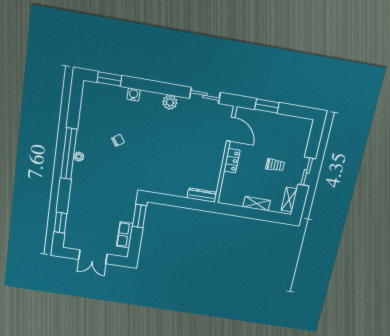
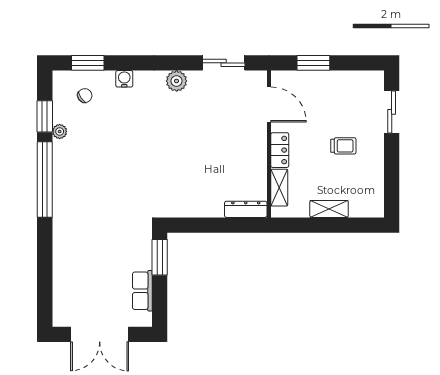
chair: (118, 140) -> (85, 96), moved
plant: (79, 157) -> (60, 131), moved
sliding door: (307, 172) -> (392, 112), moved
shelving: (289, 200) -> (279, 188), moved
window: (60, 223) -> (45, 116), moved
double door: (93, 257) -> (100, 334), width x1.37

